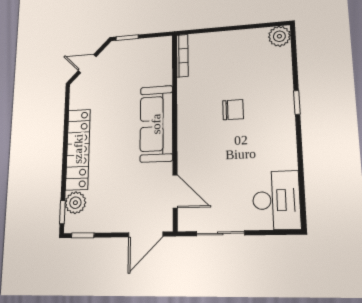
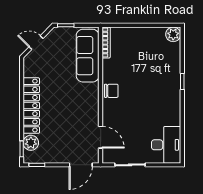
chair: (233, 110) -> (111, 91), moved
sofa: (156, 124) -> (88, 56), moved

